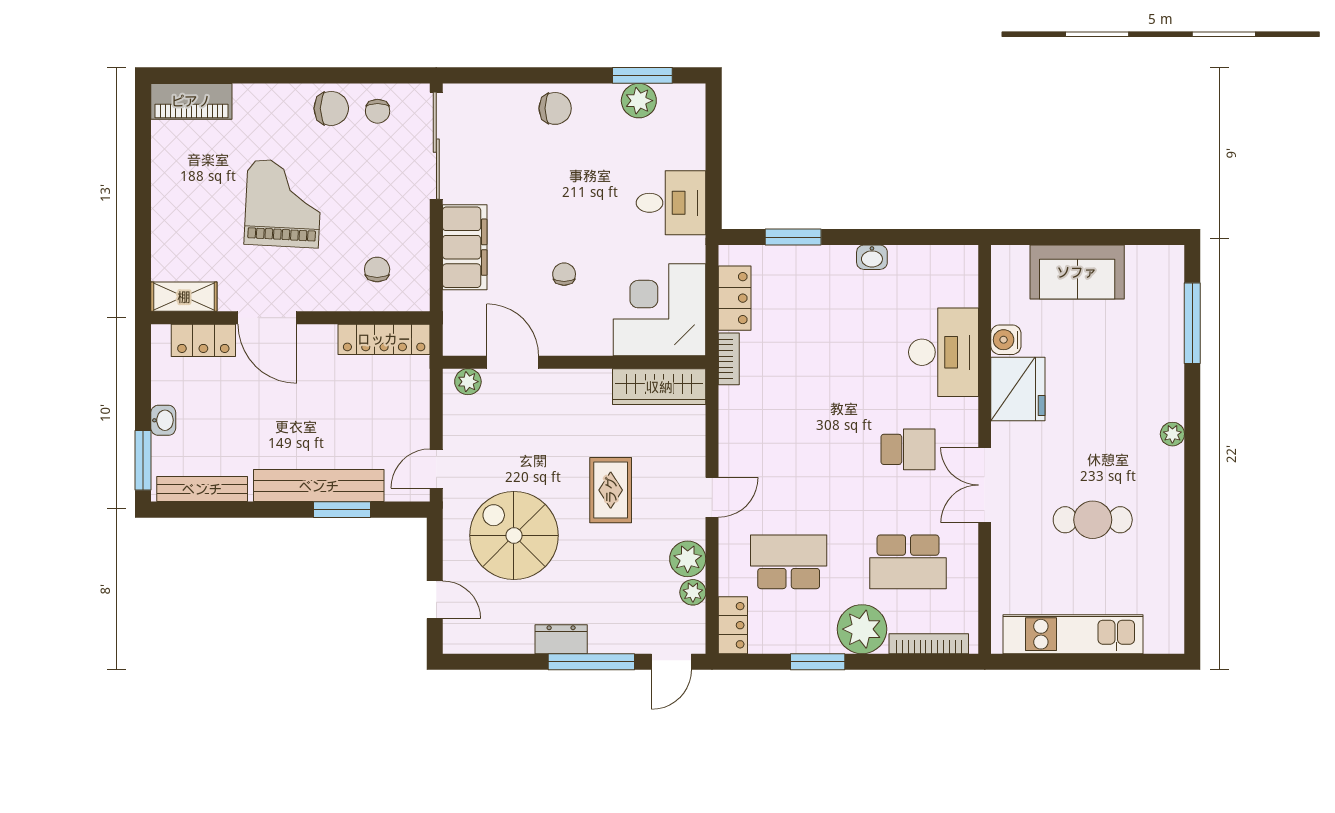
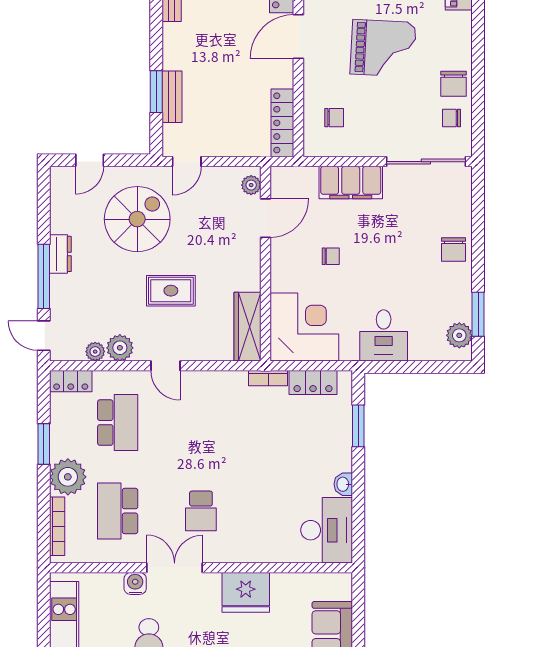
plant: (639, 101) -> (459, 335), moved
water cooler: (1006, 340) -> (135, 583), moved
desk: (944, 352) -> (327, 530), moved, turned -90
door: (436, 469) -> (187, 162), swing flipped
bench: (319, 486) -> (172, 97), width x0.54, depth x0.82

